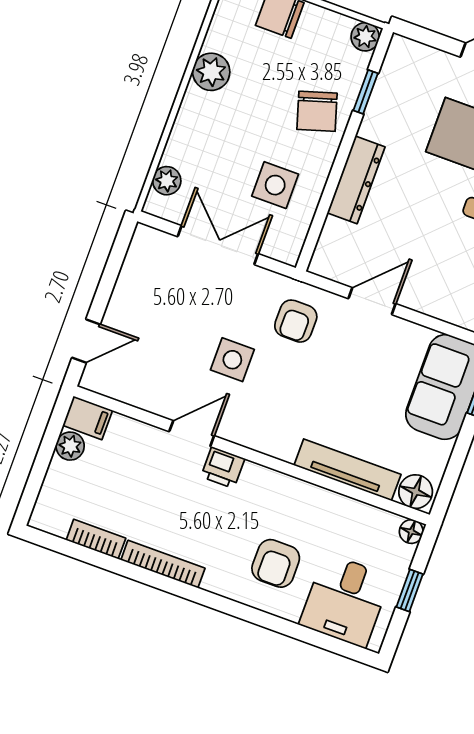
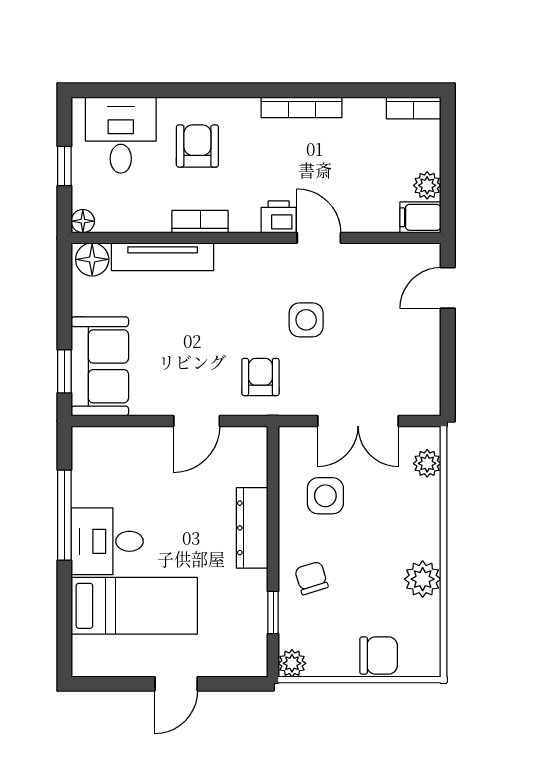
chair: (317, 111) -> (311, 578), width x0.73, depth x0.73
door: (192, 434) -> (319, 238), swing flipped
bookcase: (299, 490) -> (200, 222), added
bookcase: (96, 539) -> (414, 108), moved

